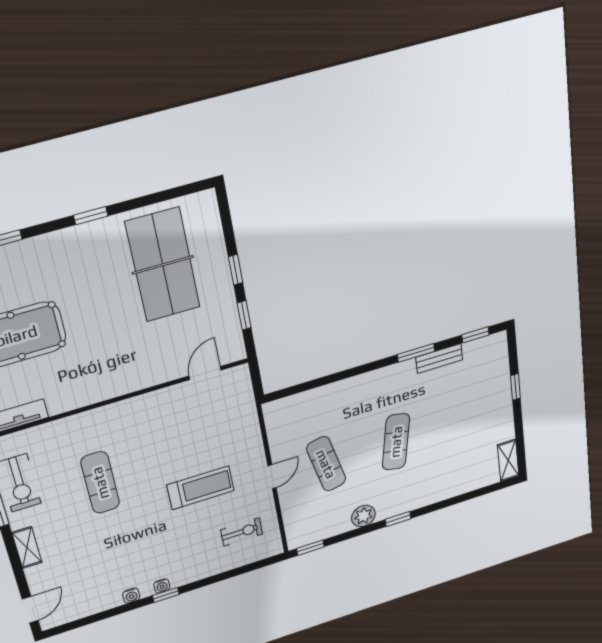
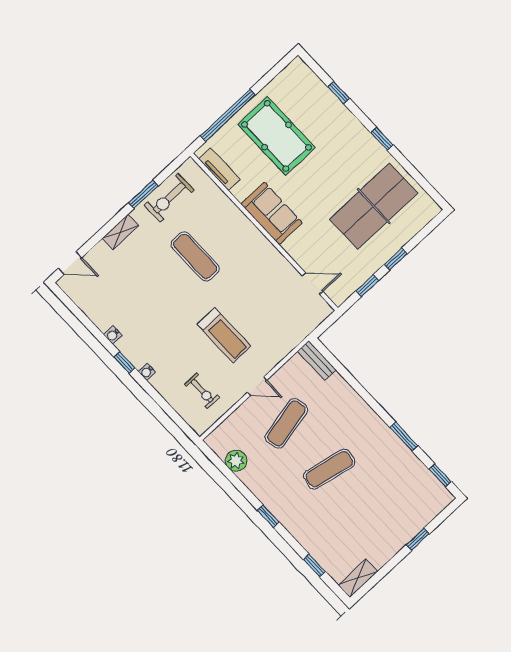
bench: (439, 359) -> (317, 360), moved
sofa: (102, 382) -> (272, 213), added
exercise mat: (100, 483) -> (195, 256), turned 90
plant: (363, 516) -> (236, 461), moved
window: (310, 548) -> (314, 565), moved
water cooler: (162, 586) -> (147, 372), moved

